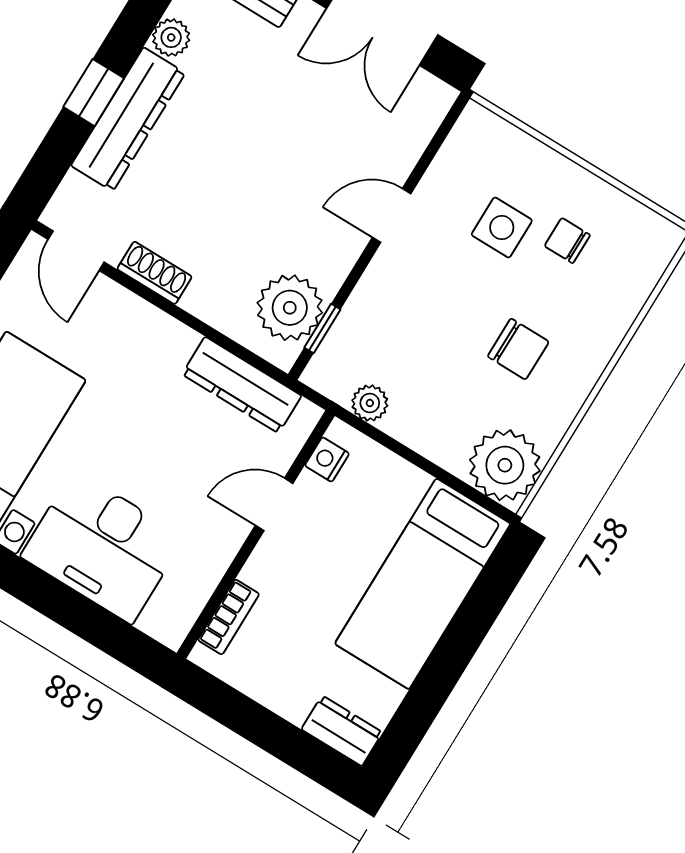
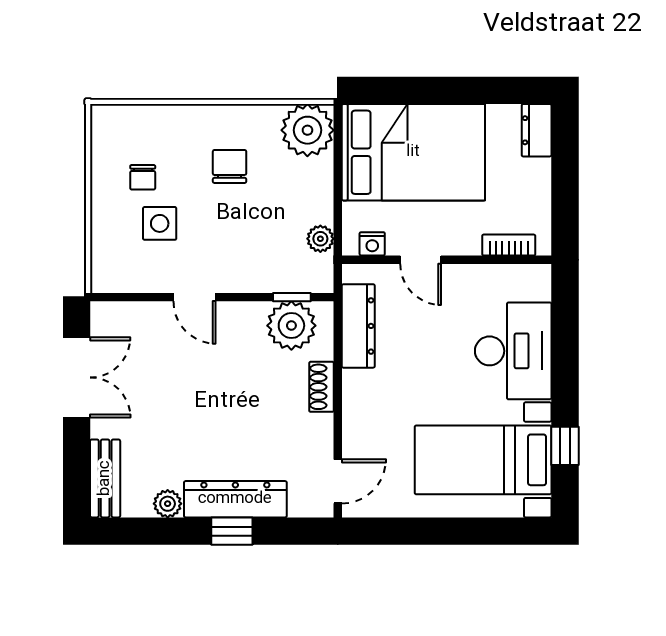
shoe rack: (155, 273) -> (321, 387), moved
bed: (423, 584) -> (413, 152), width x1.50

